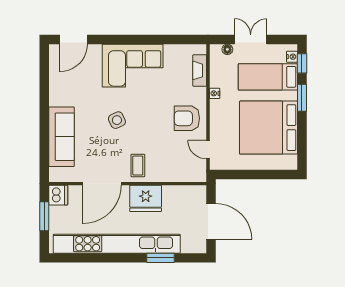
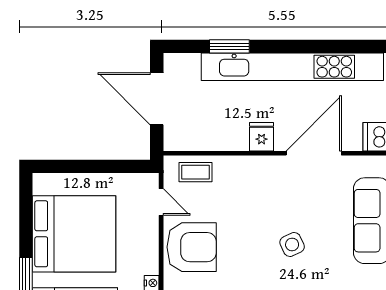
armchair: (187, 118) -> (192, 247), width x1.36, depth x1.36
coffee table: (138, 165) -> (196, 172), moved, turned 90
fridge: (146, 198) -> (262, 137), width x0.53, depth x0.75

